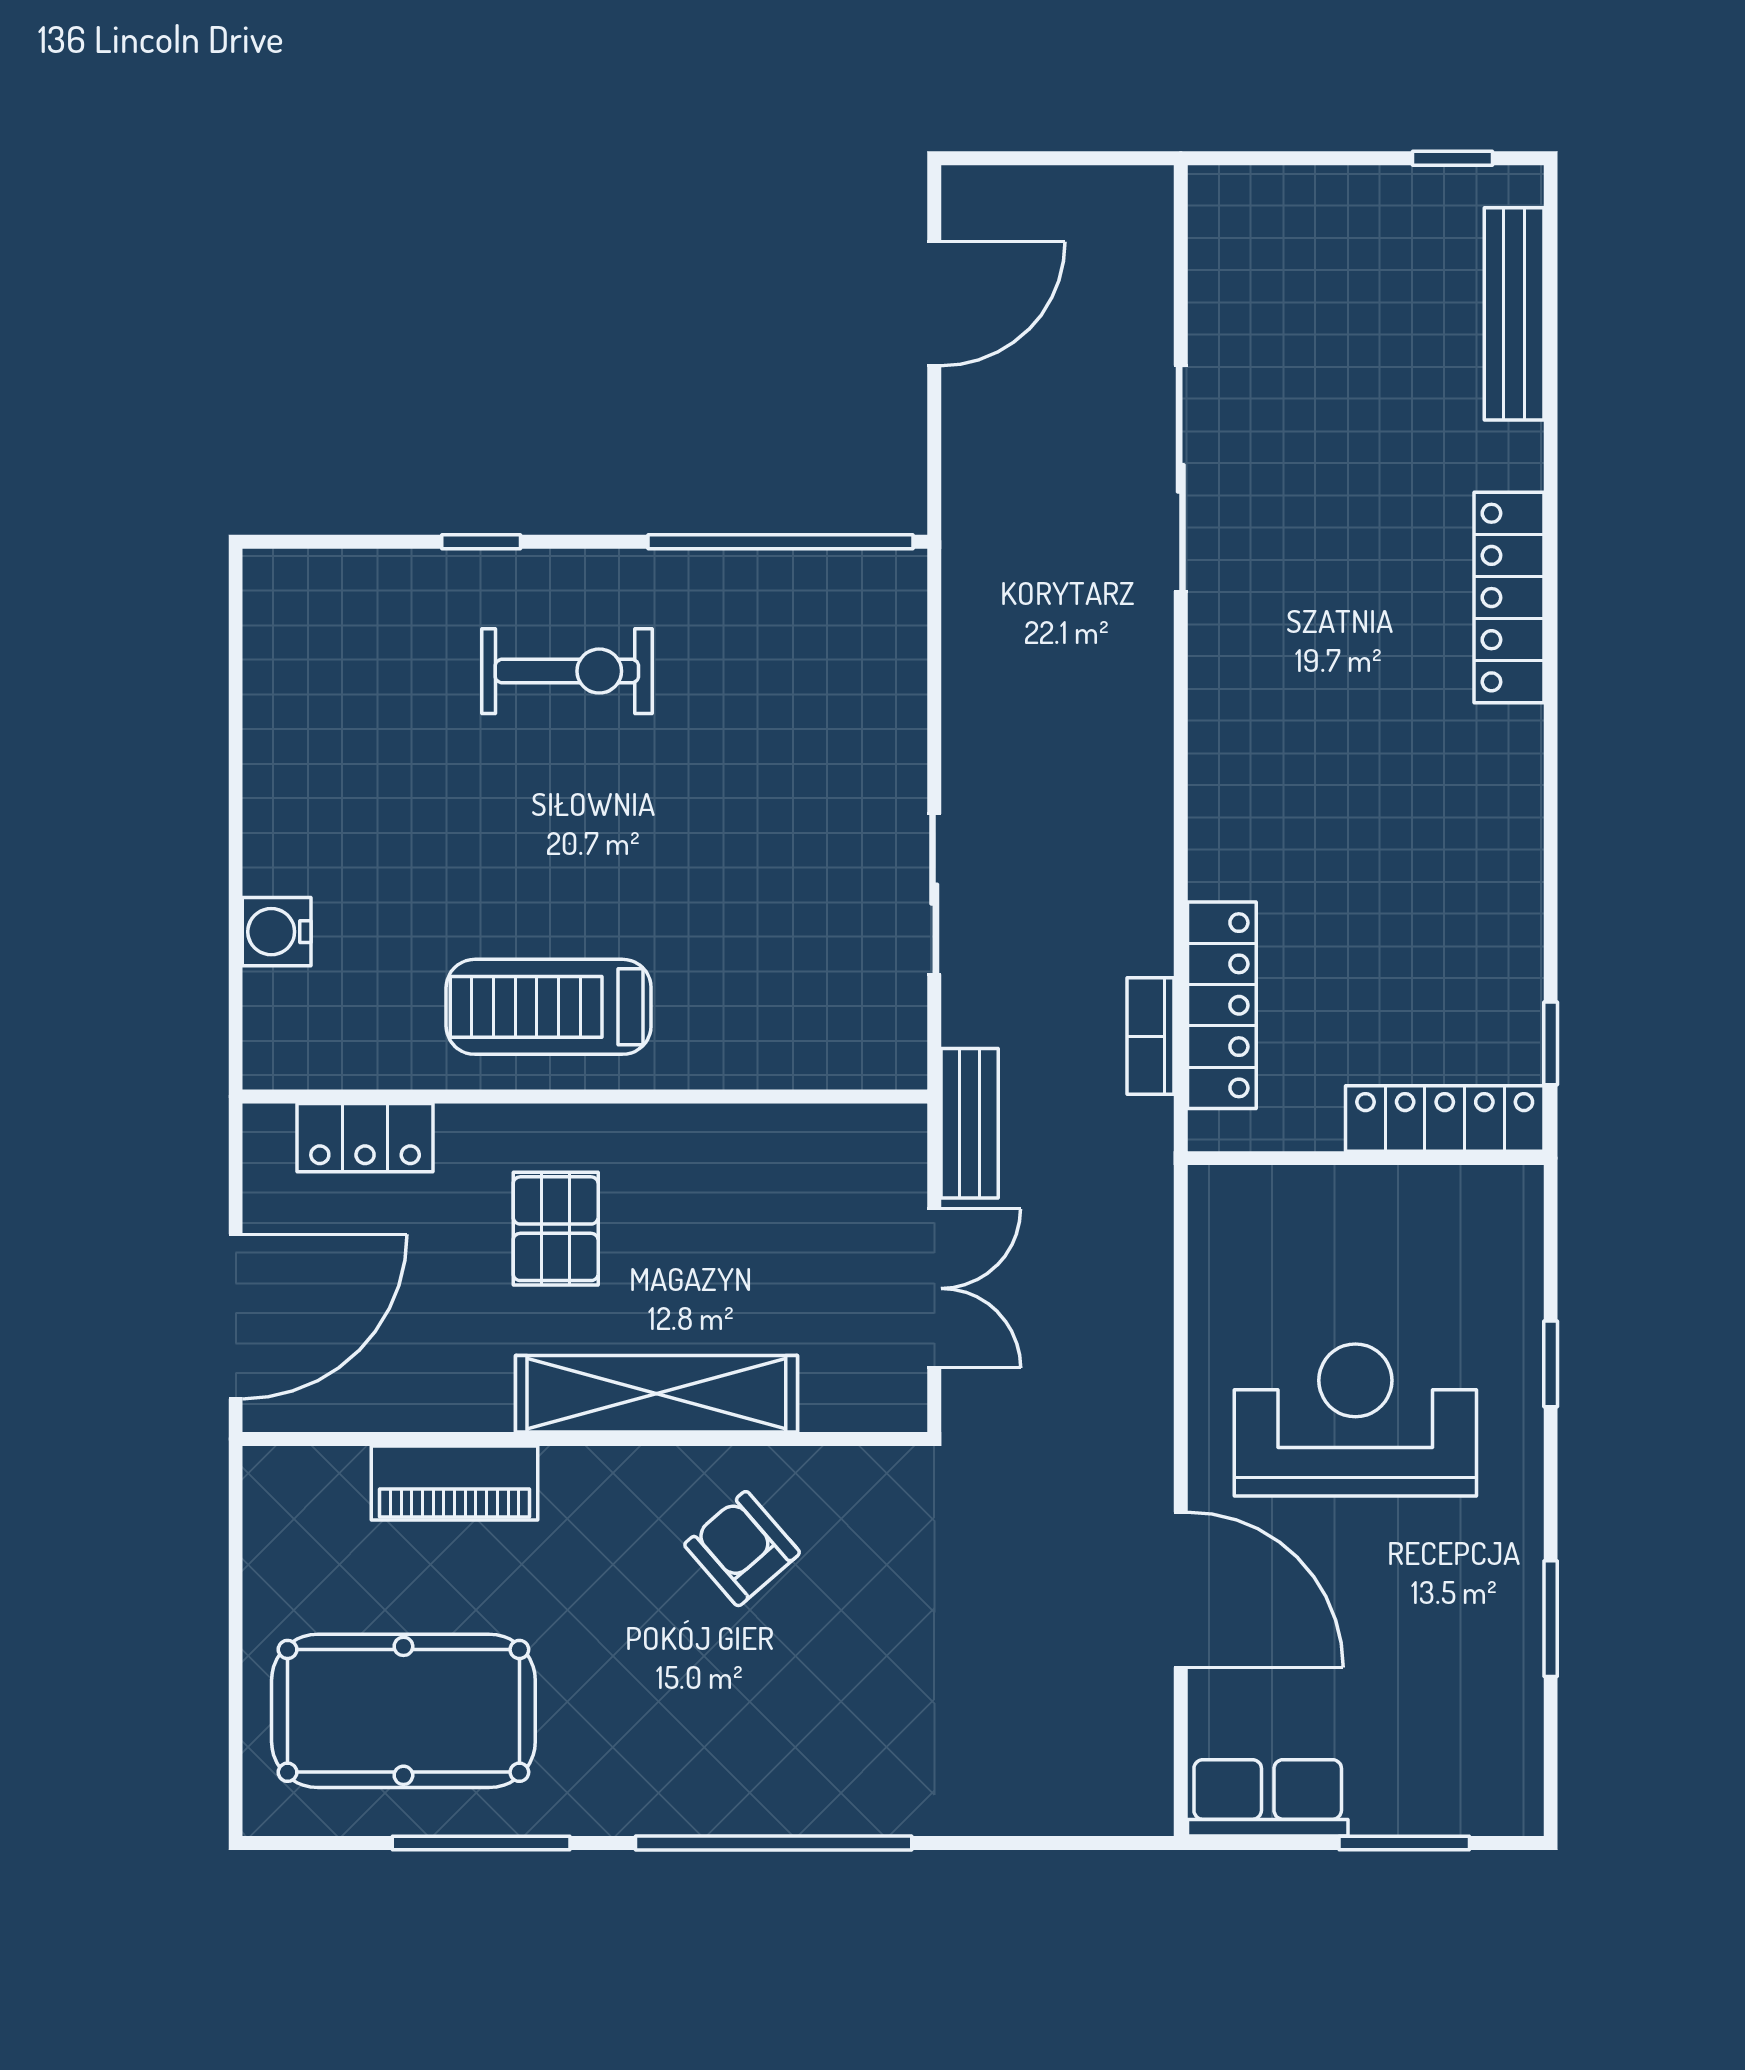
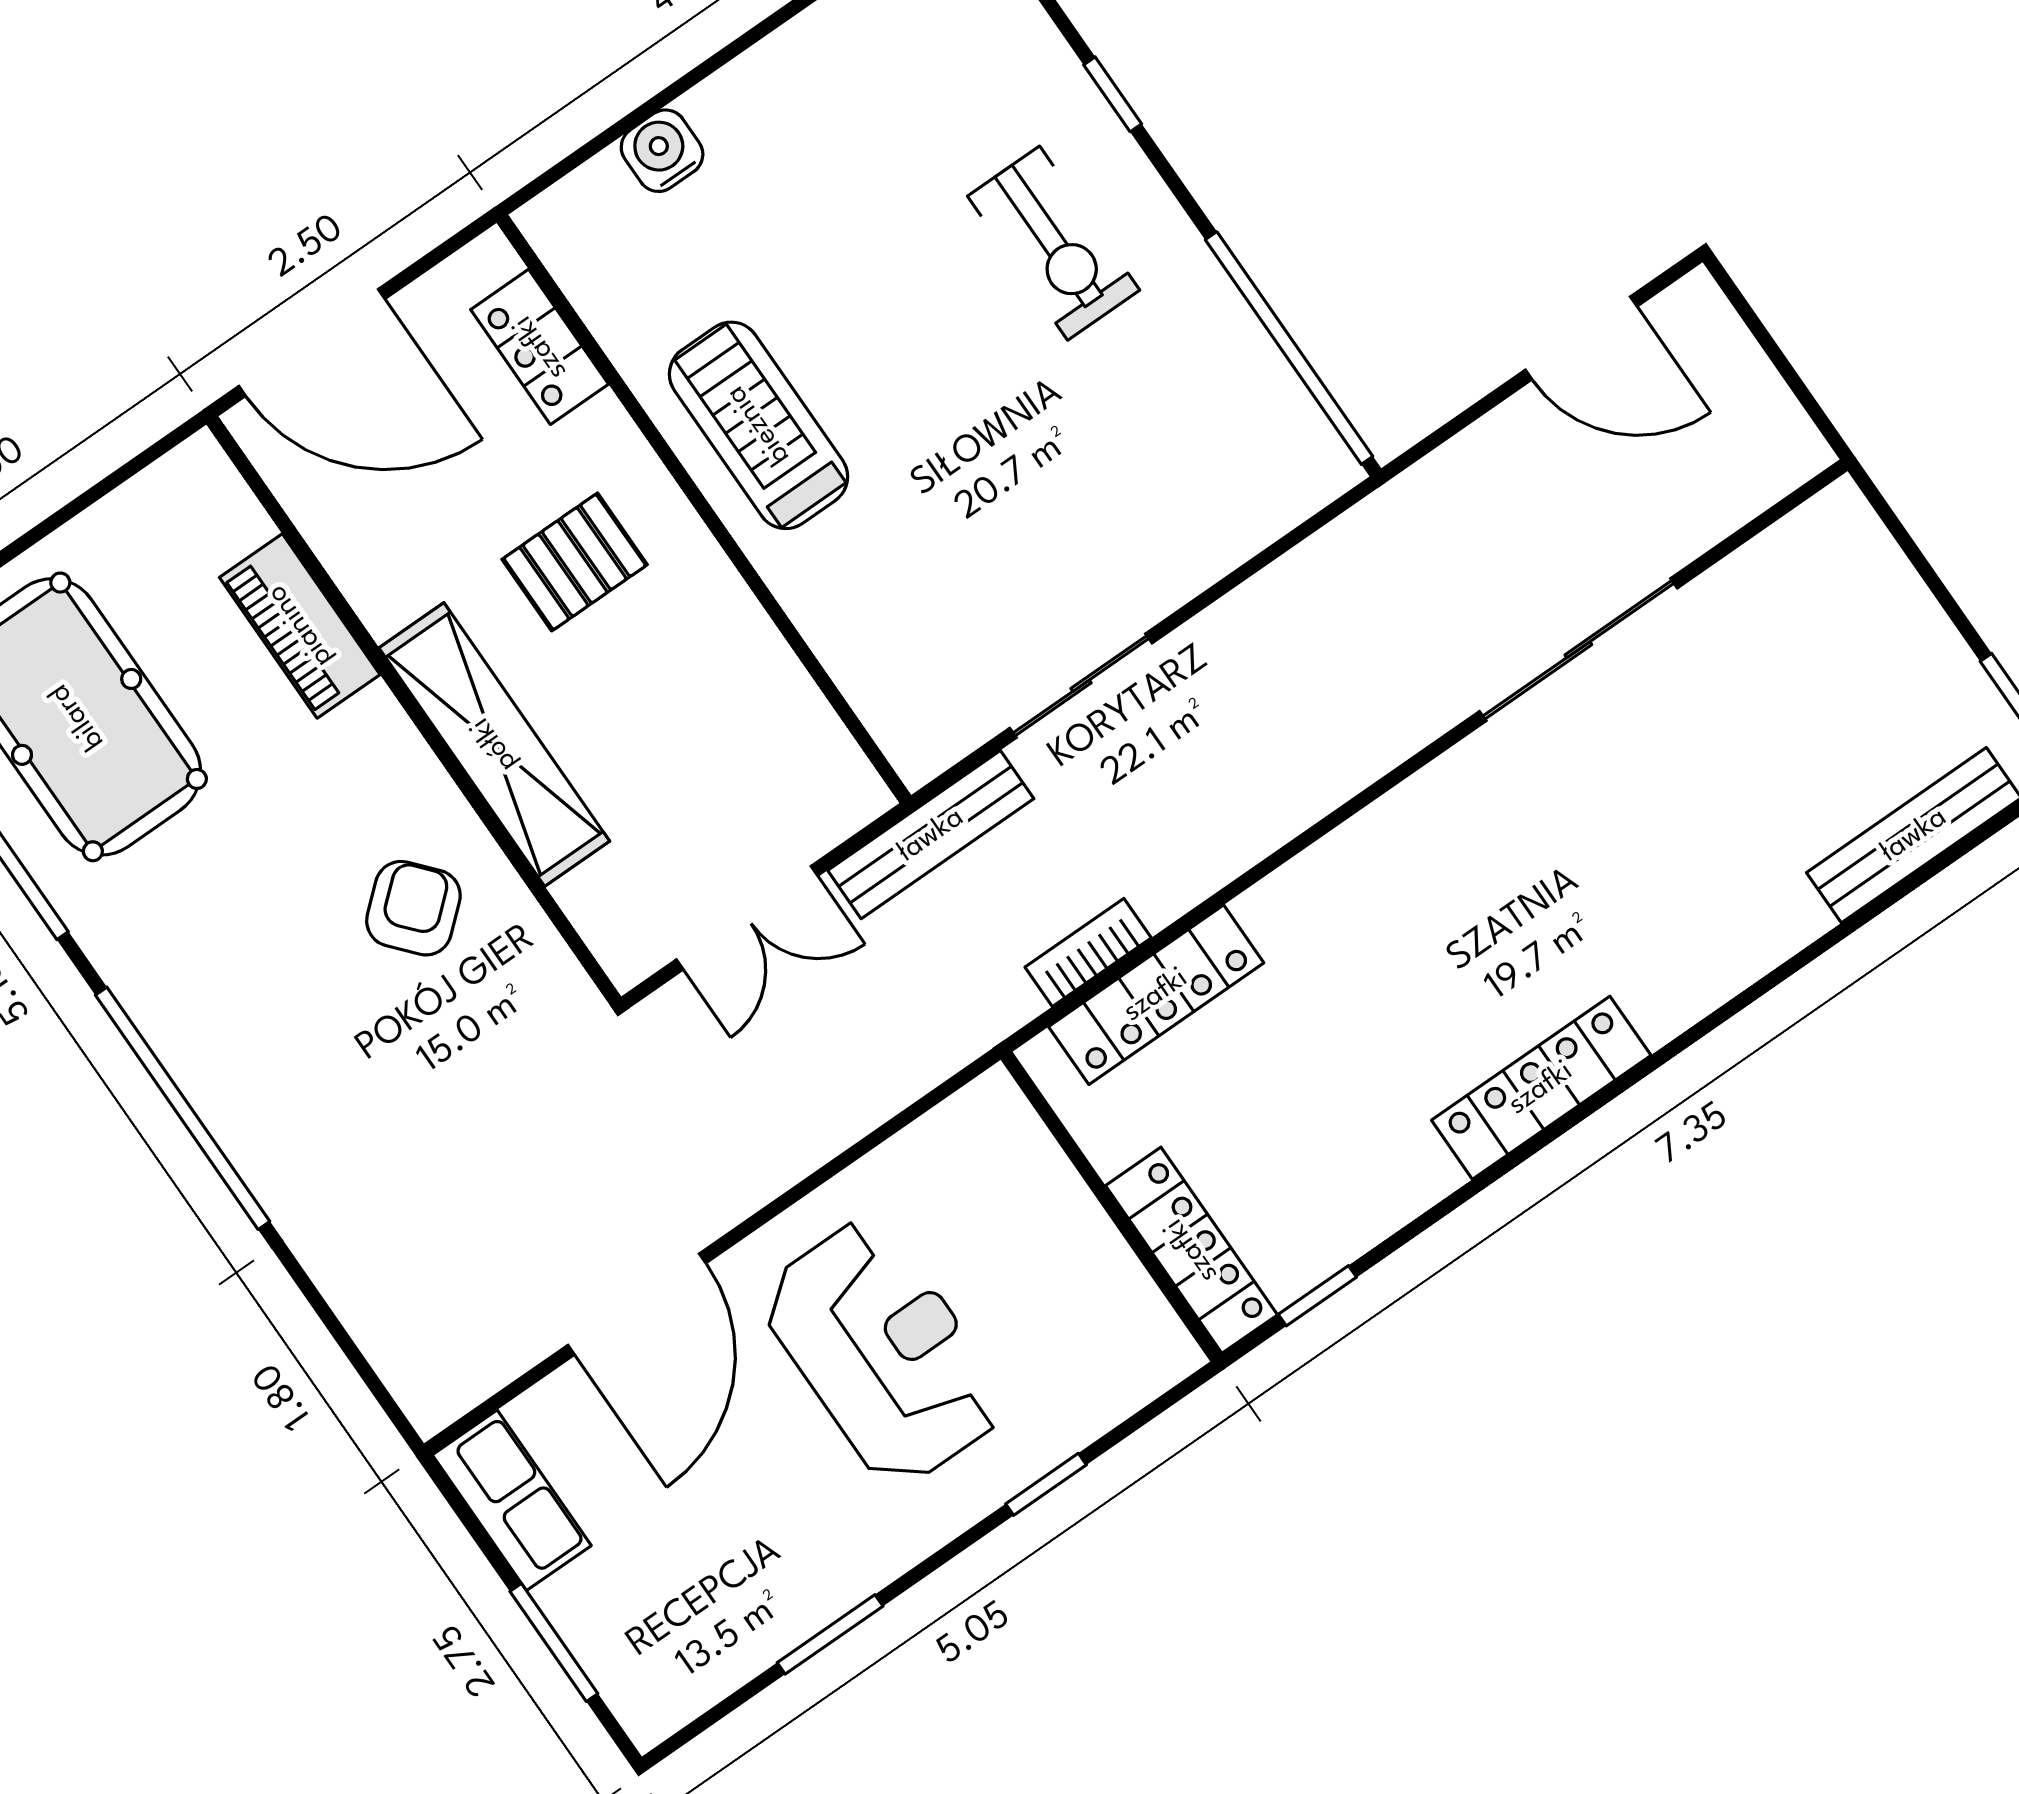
locker: (1509, 598) -> (1541, 1088), moved
bench: (970, 1123) -> (931, 835), width x1.36

